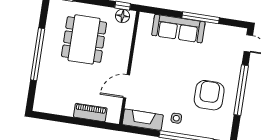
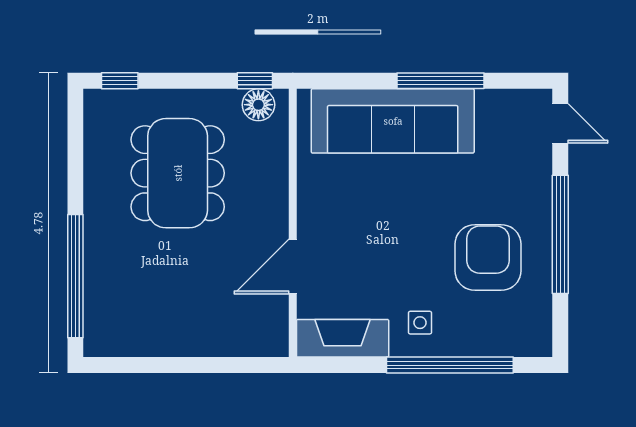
sofa: (178, 29) -> (393, 121), width x1.36, depth x1.27
window: (38, 54) -> (75, 276), moved
piano: (90, 113) -> (218, 340), removed

